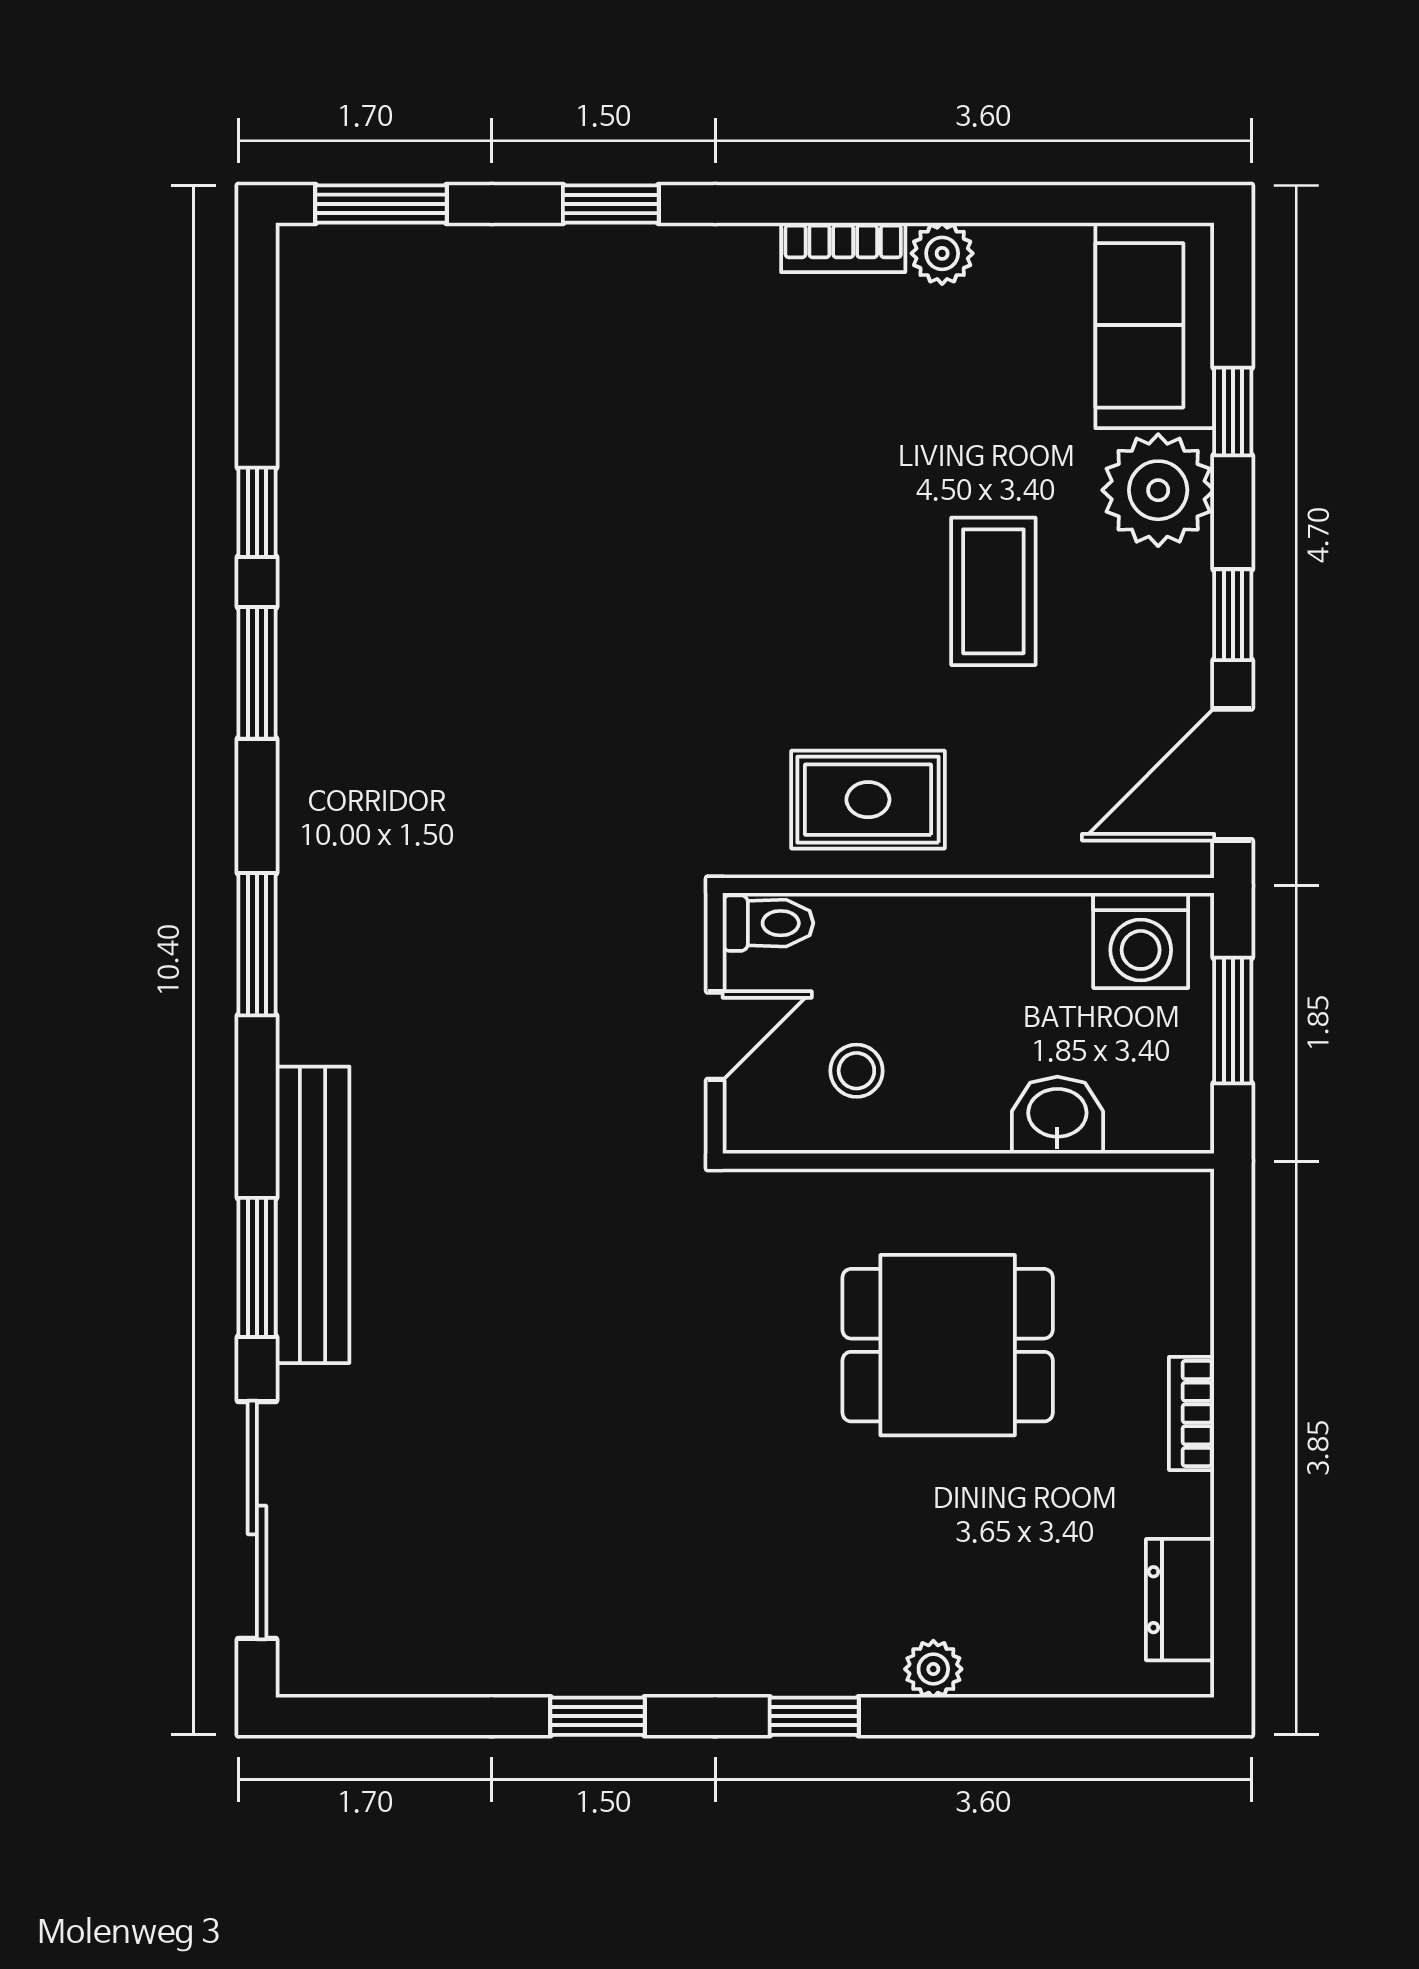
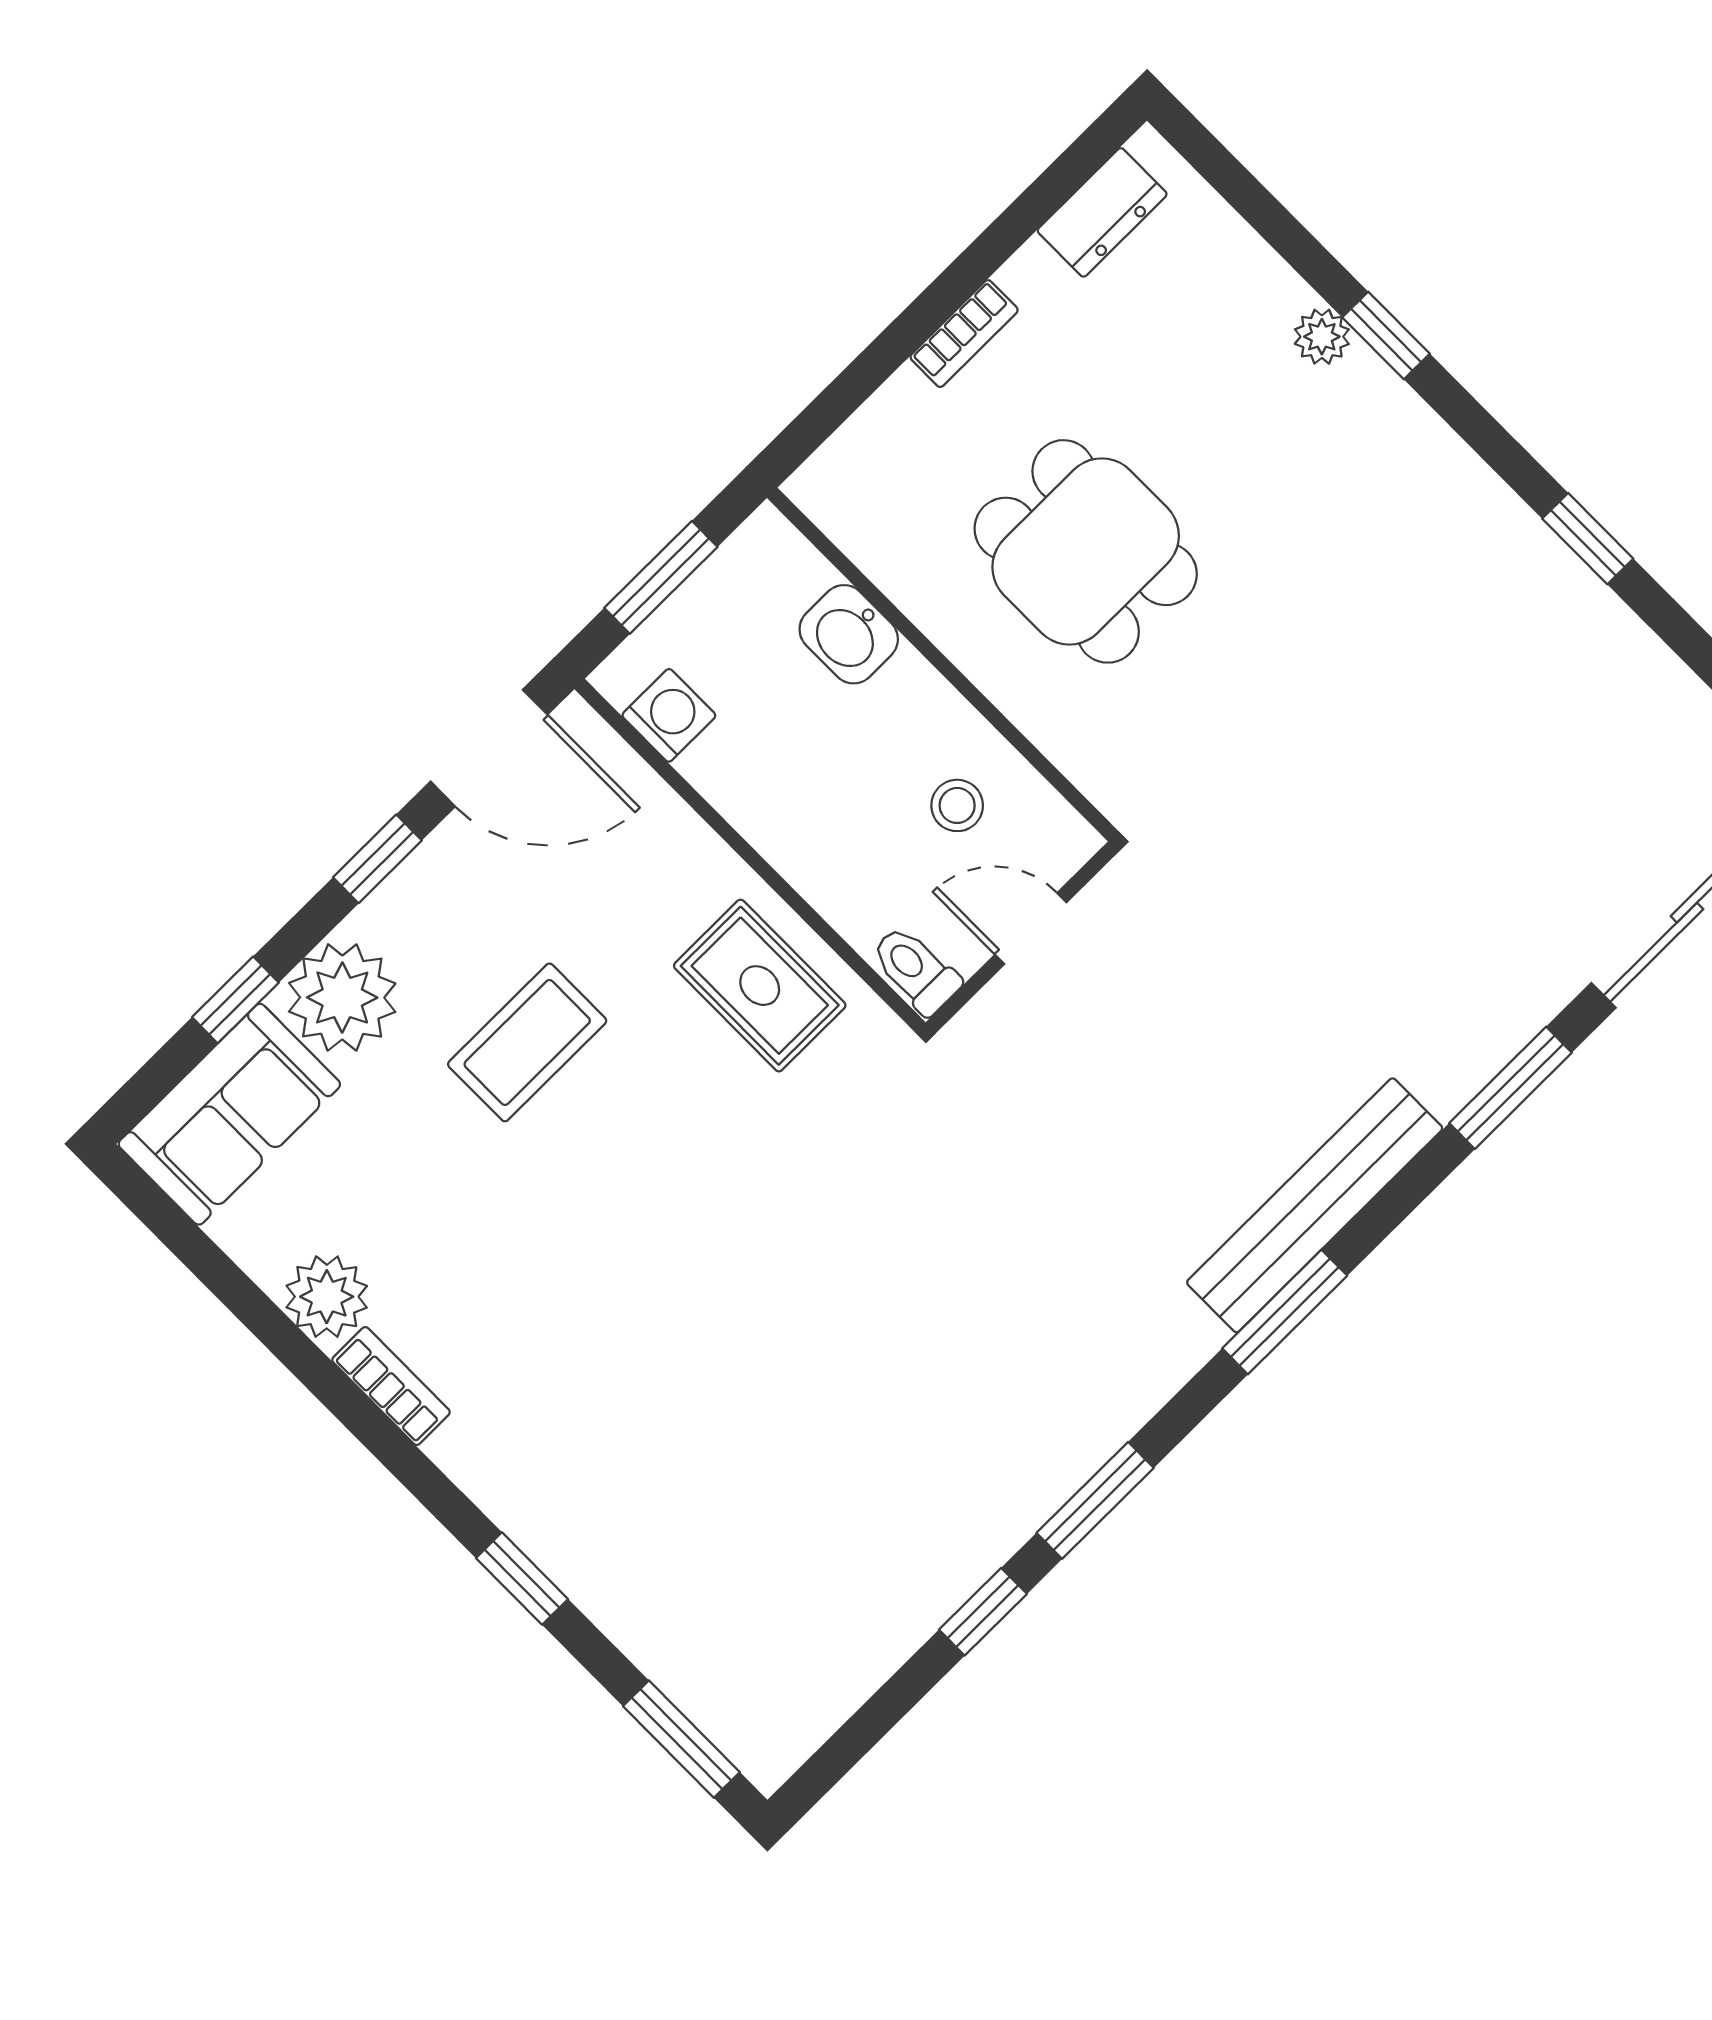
plant: (942, 253) -> (327, 1297), width x1.38, depth x1.38
washing machine: (1141, 940) -> (669, 715), width x0.73, depth x0.73
bench: (313, 1215) -> (1315, 1205), moved
window: (814, 1716) -> (1386, 335), moved

